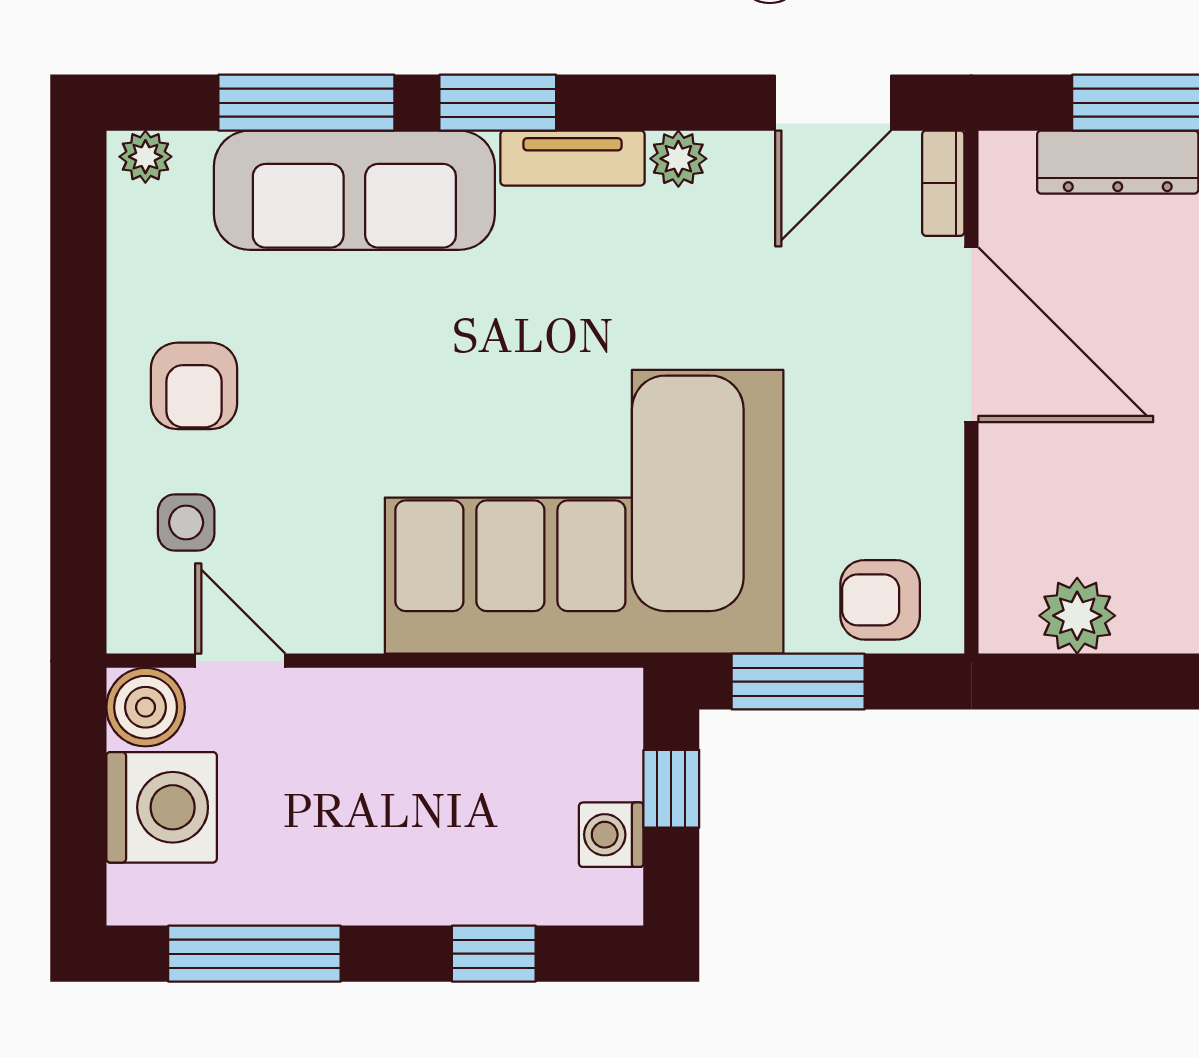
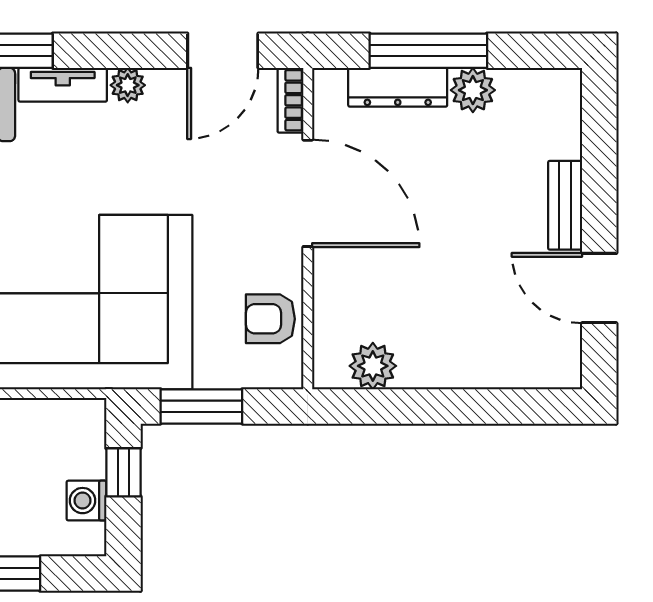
armchair: (880, 600) -> (270, 319), moved

